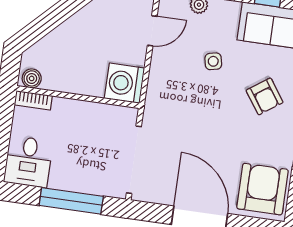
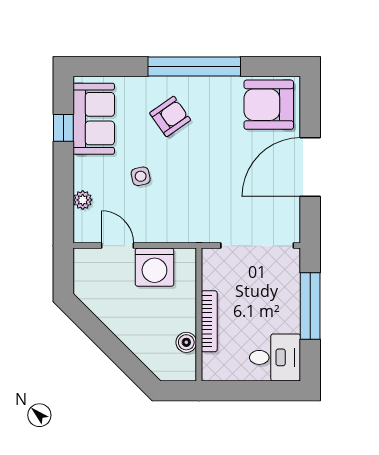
boiler: (32, 78) -> (186, 342), moved
washing machine: (124, 83) -> (154, 267), moved
bookcase: (33, 100) -> (209, 321), moved, width x1.56

